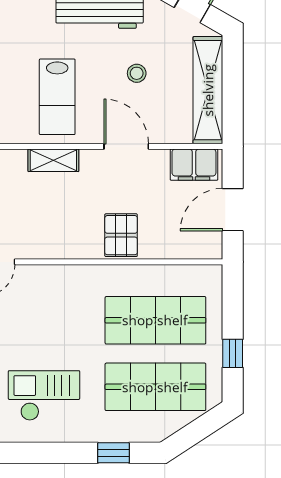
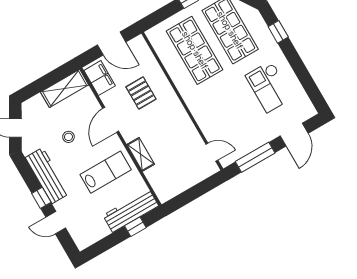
shelving: (208, 90) -> (65, 88), width x0.68
pallet: (121, 235) -> (141, 93), moved, turned 90

